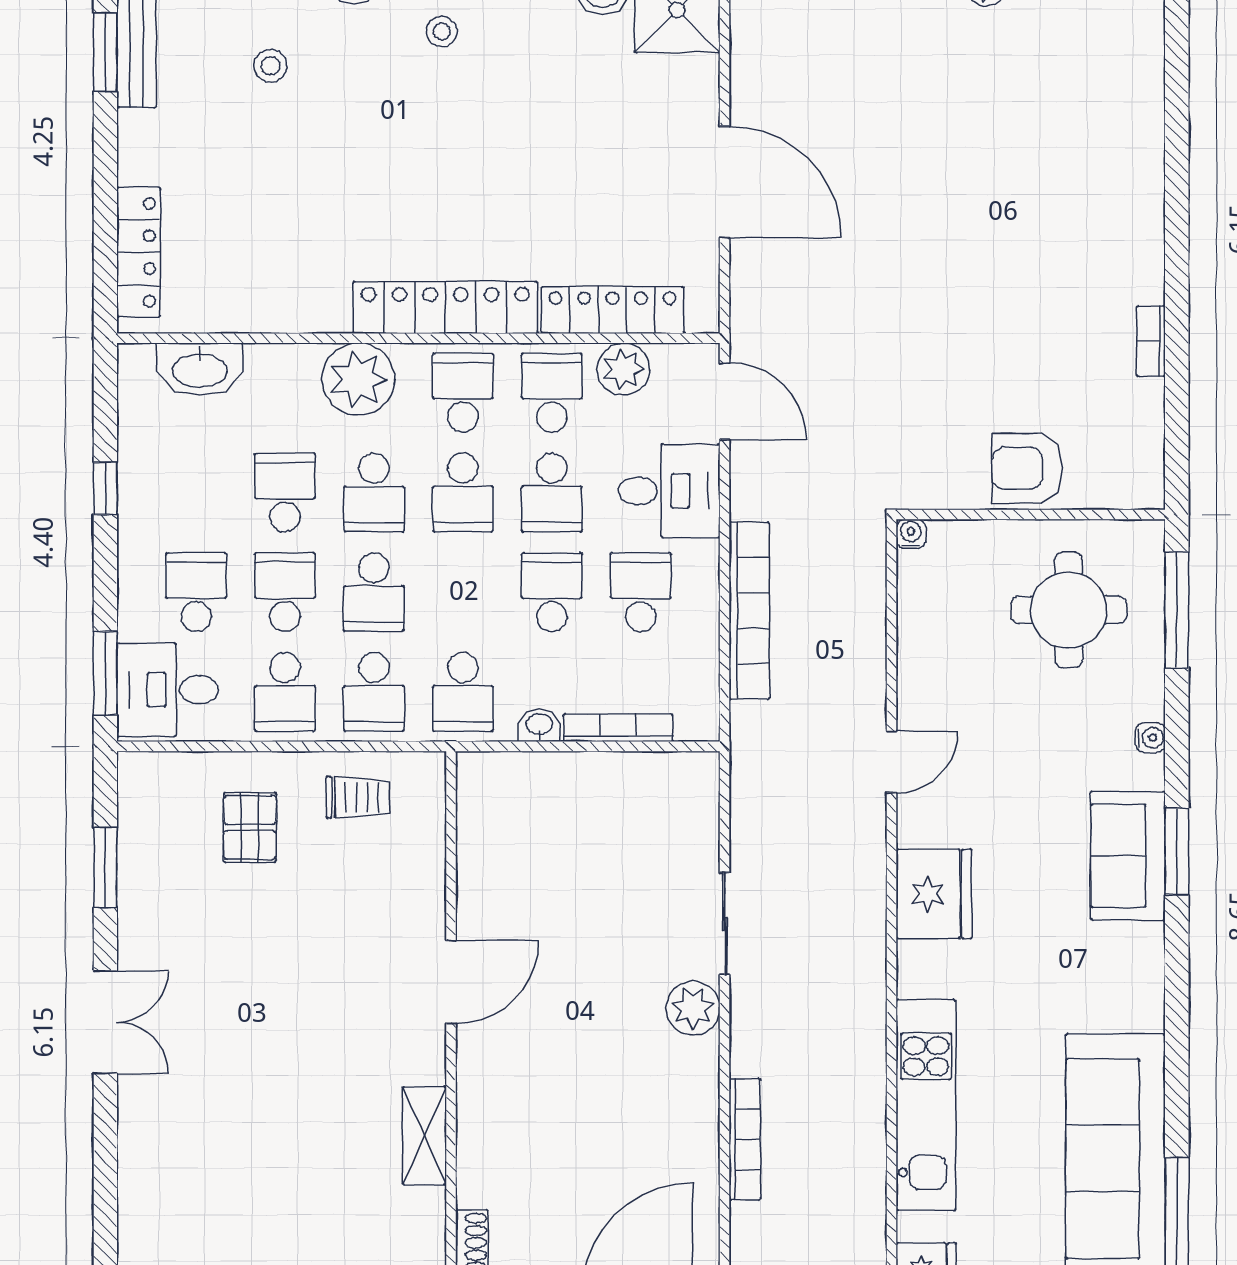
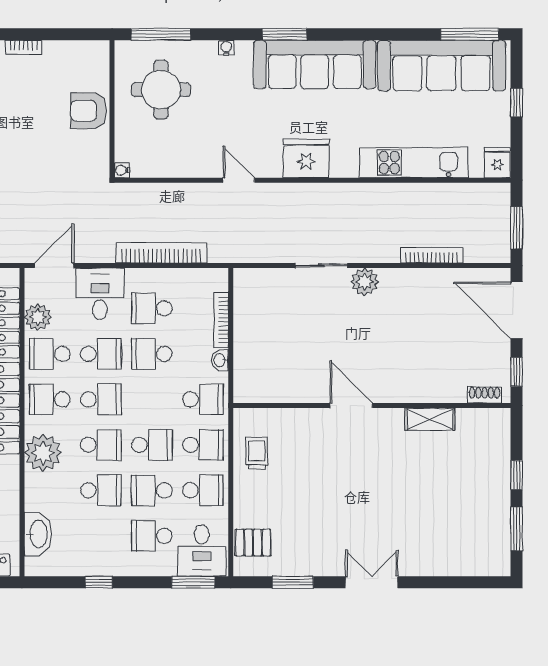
armchair: (1027, 468) -> (89, 111), turned 90
school desk: (285, 492) -> (101, 490), turned 180
pallet: (250, 827) -> (253, 543), moved
sofa: (1128, 856) -> (315, 64), width x1.85, depth x1.27

